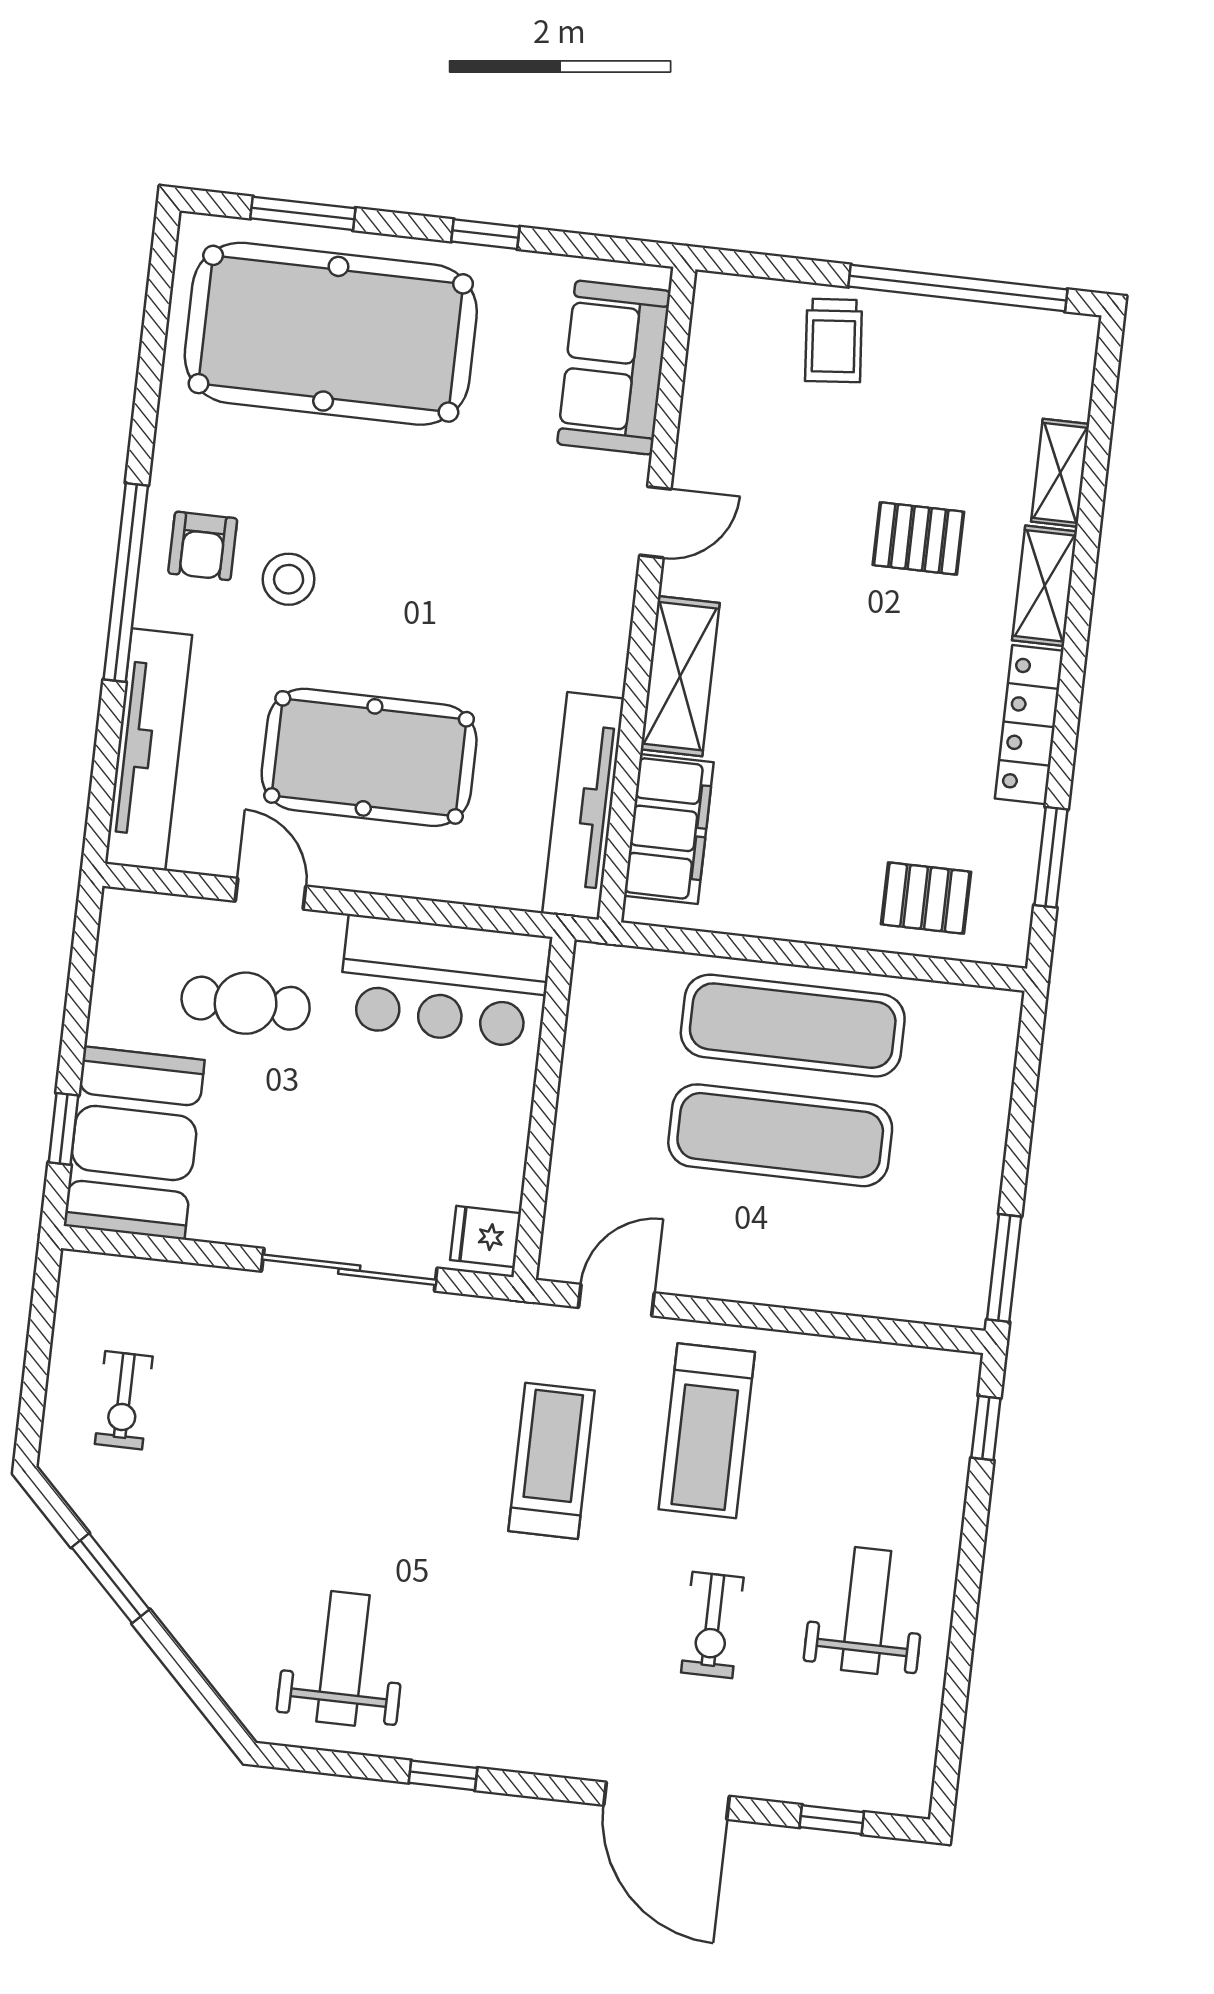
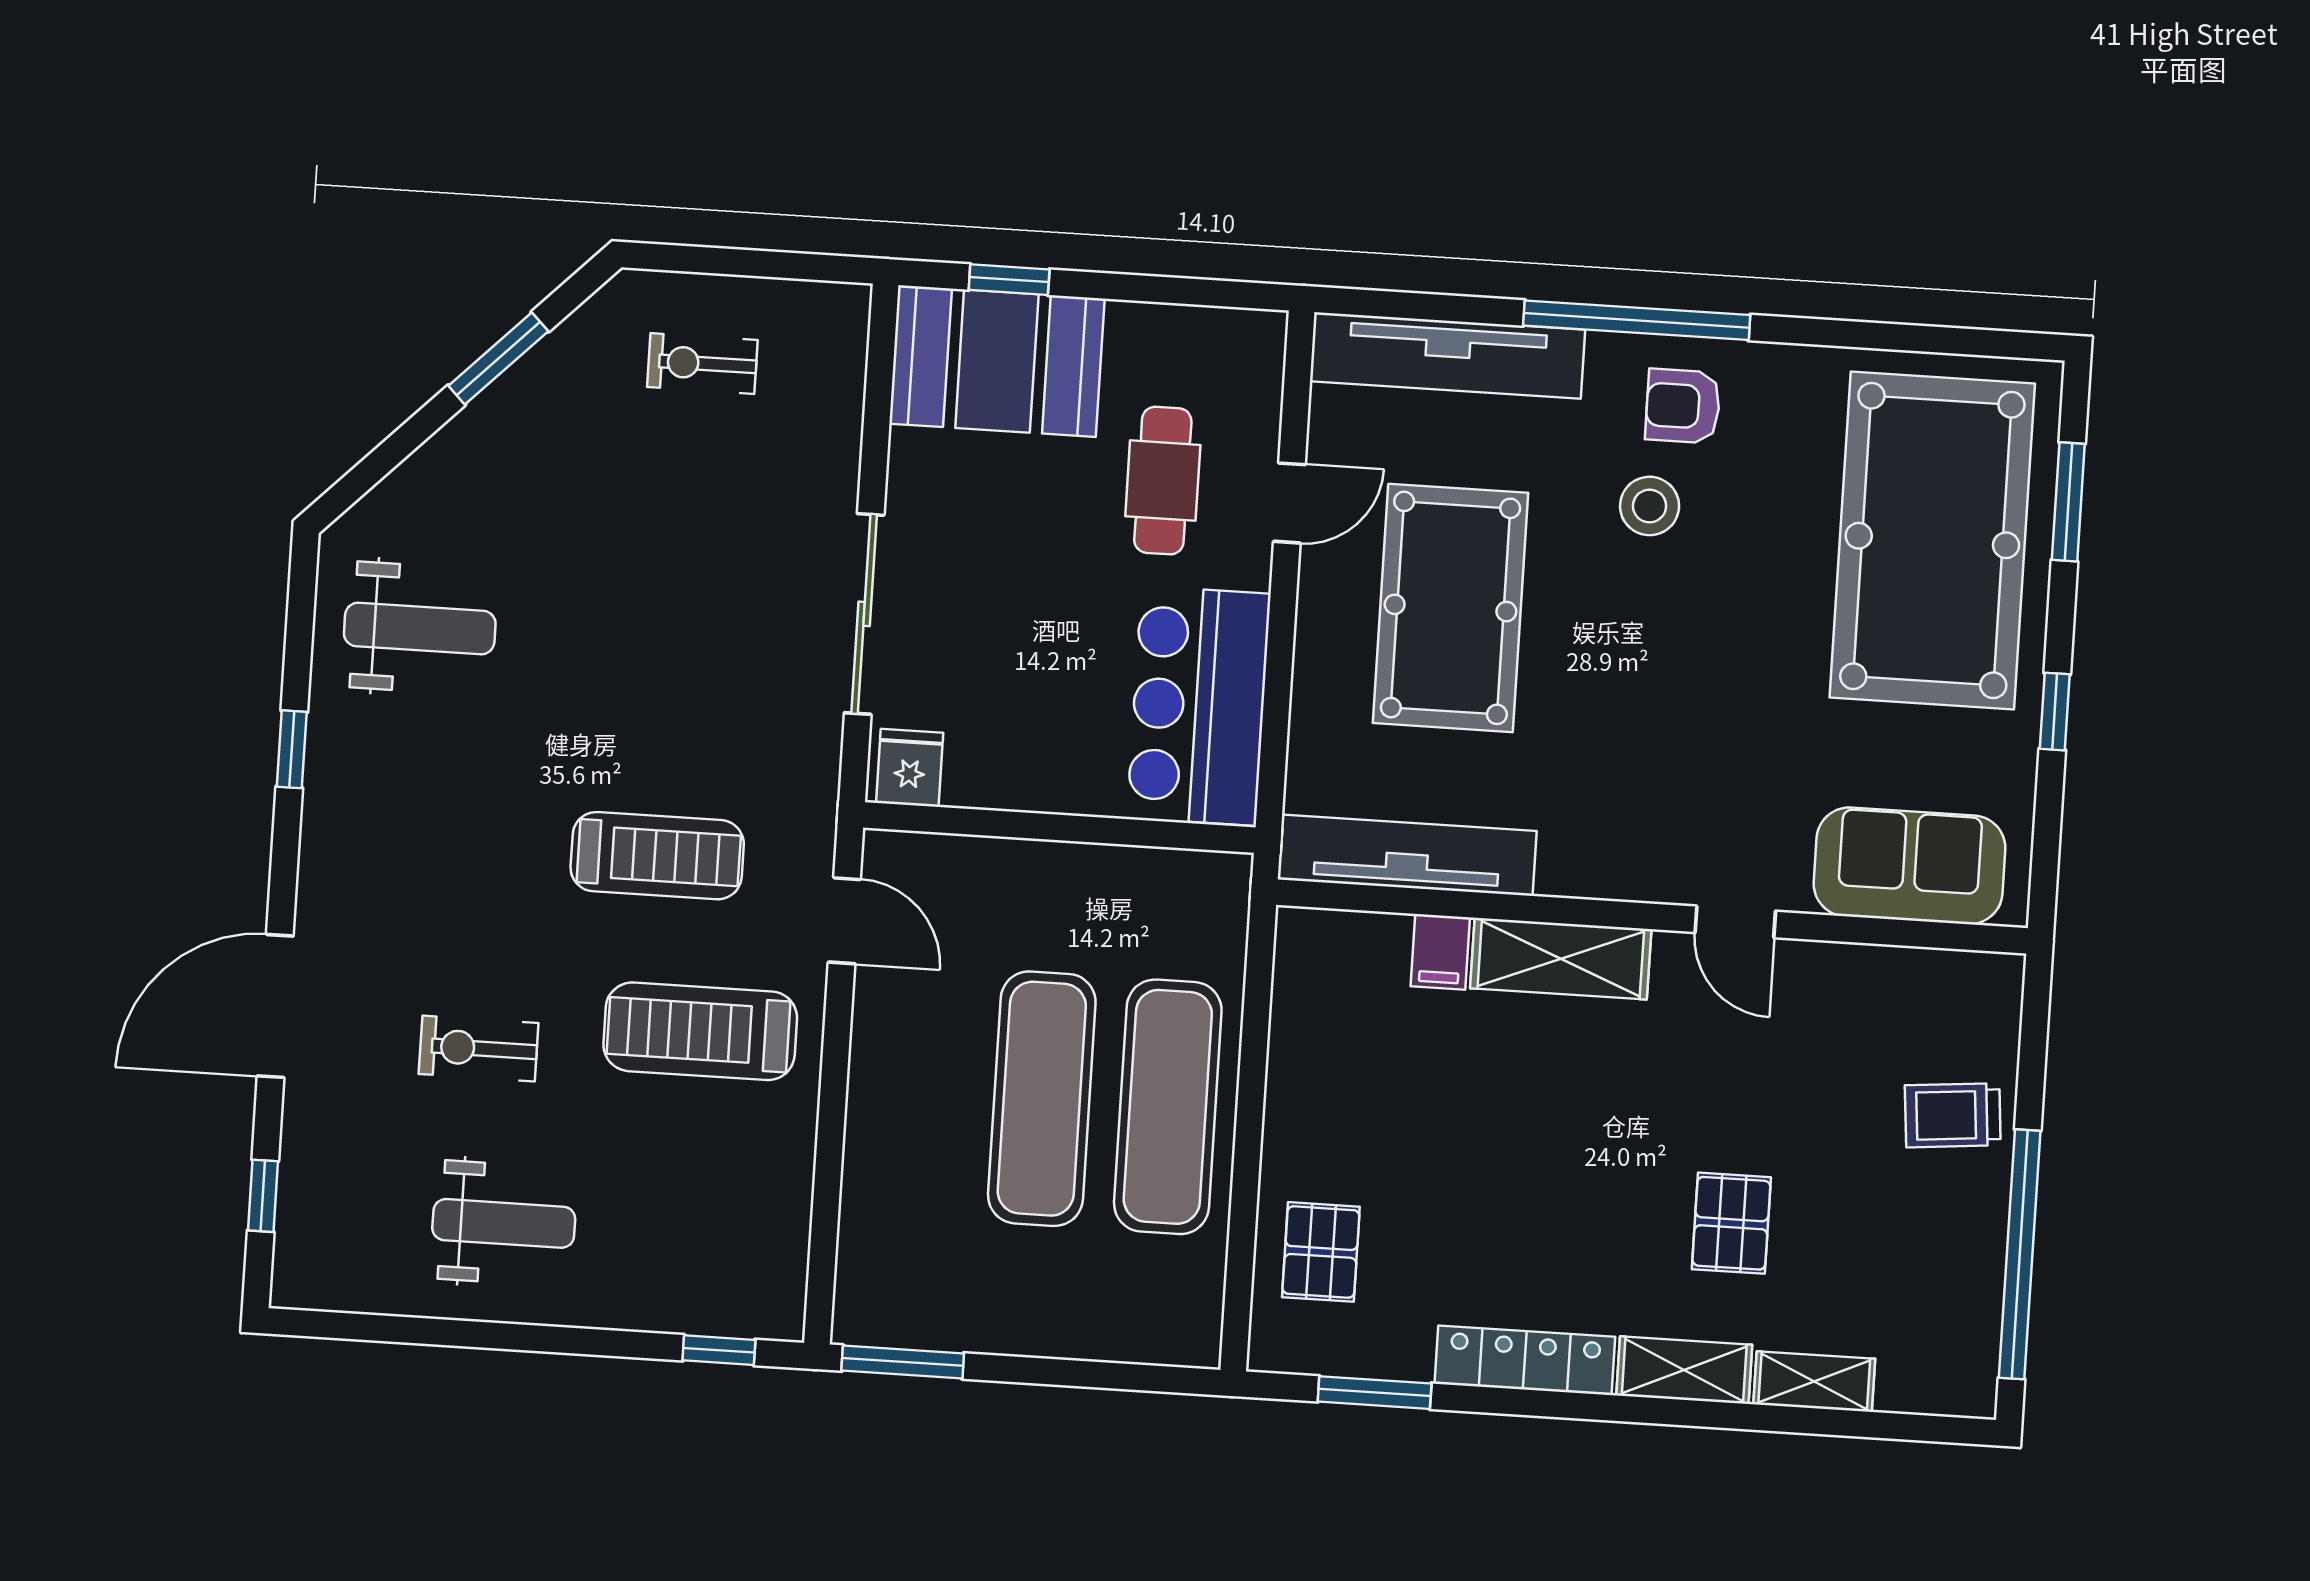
filing cabinet: (669, 829) -> (1440, 952), width x0.33, depth x0.86

